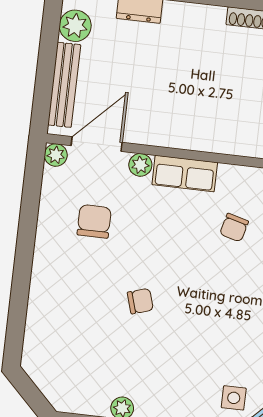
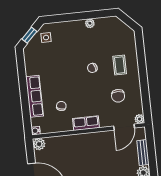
bench: (64, 85) -> (143, 153), width x0.73
plant: (140, 165) -> (105, 123), removed
coffee table: (74, 293) -> (120, 65), added

